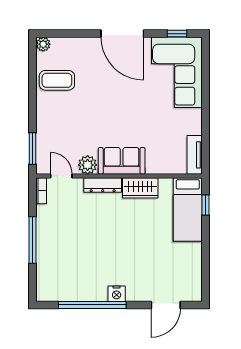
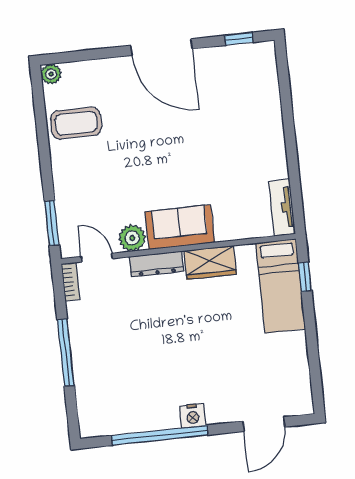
corner sofa: (177, 72) -> (244, 94), removed

